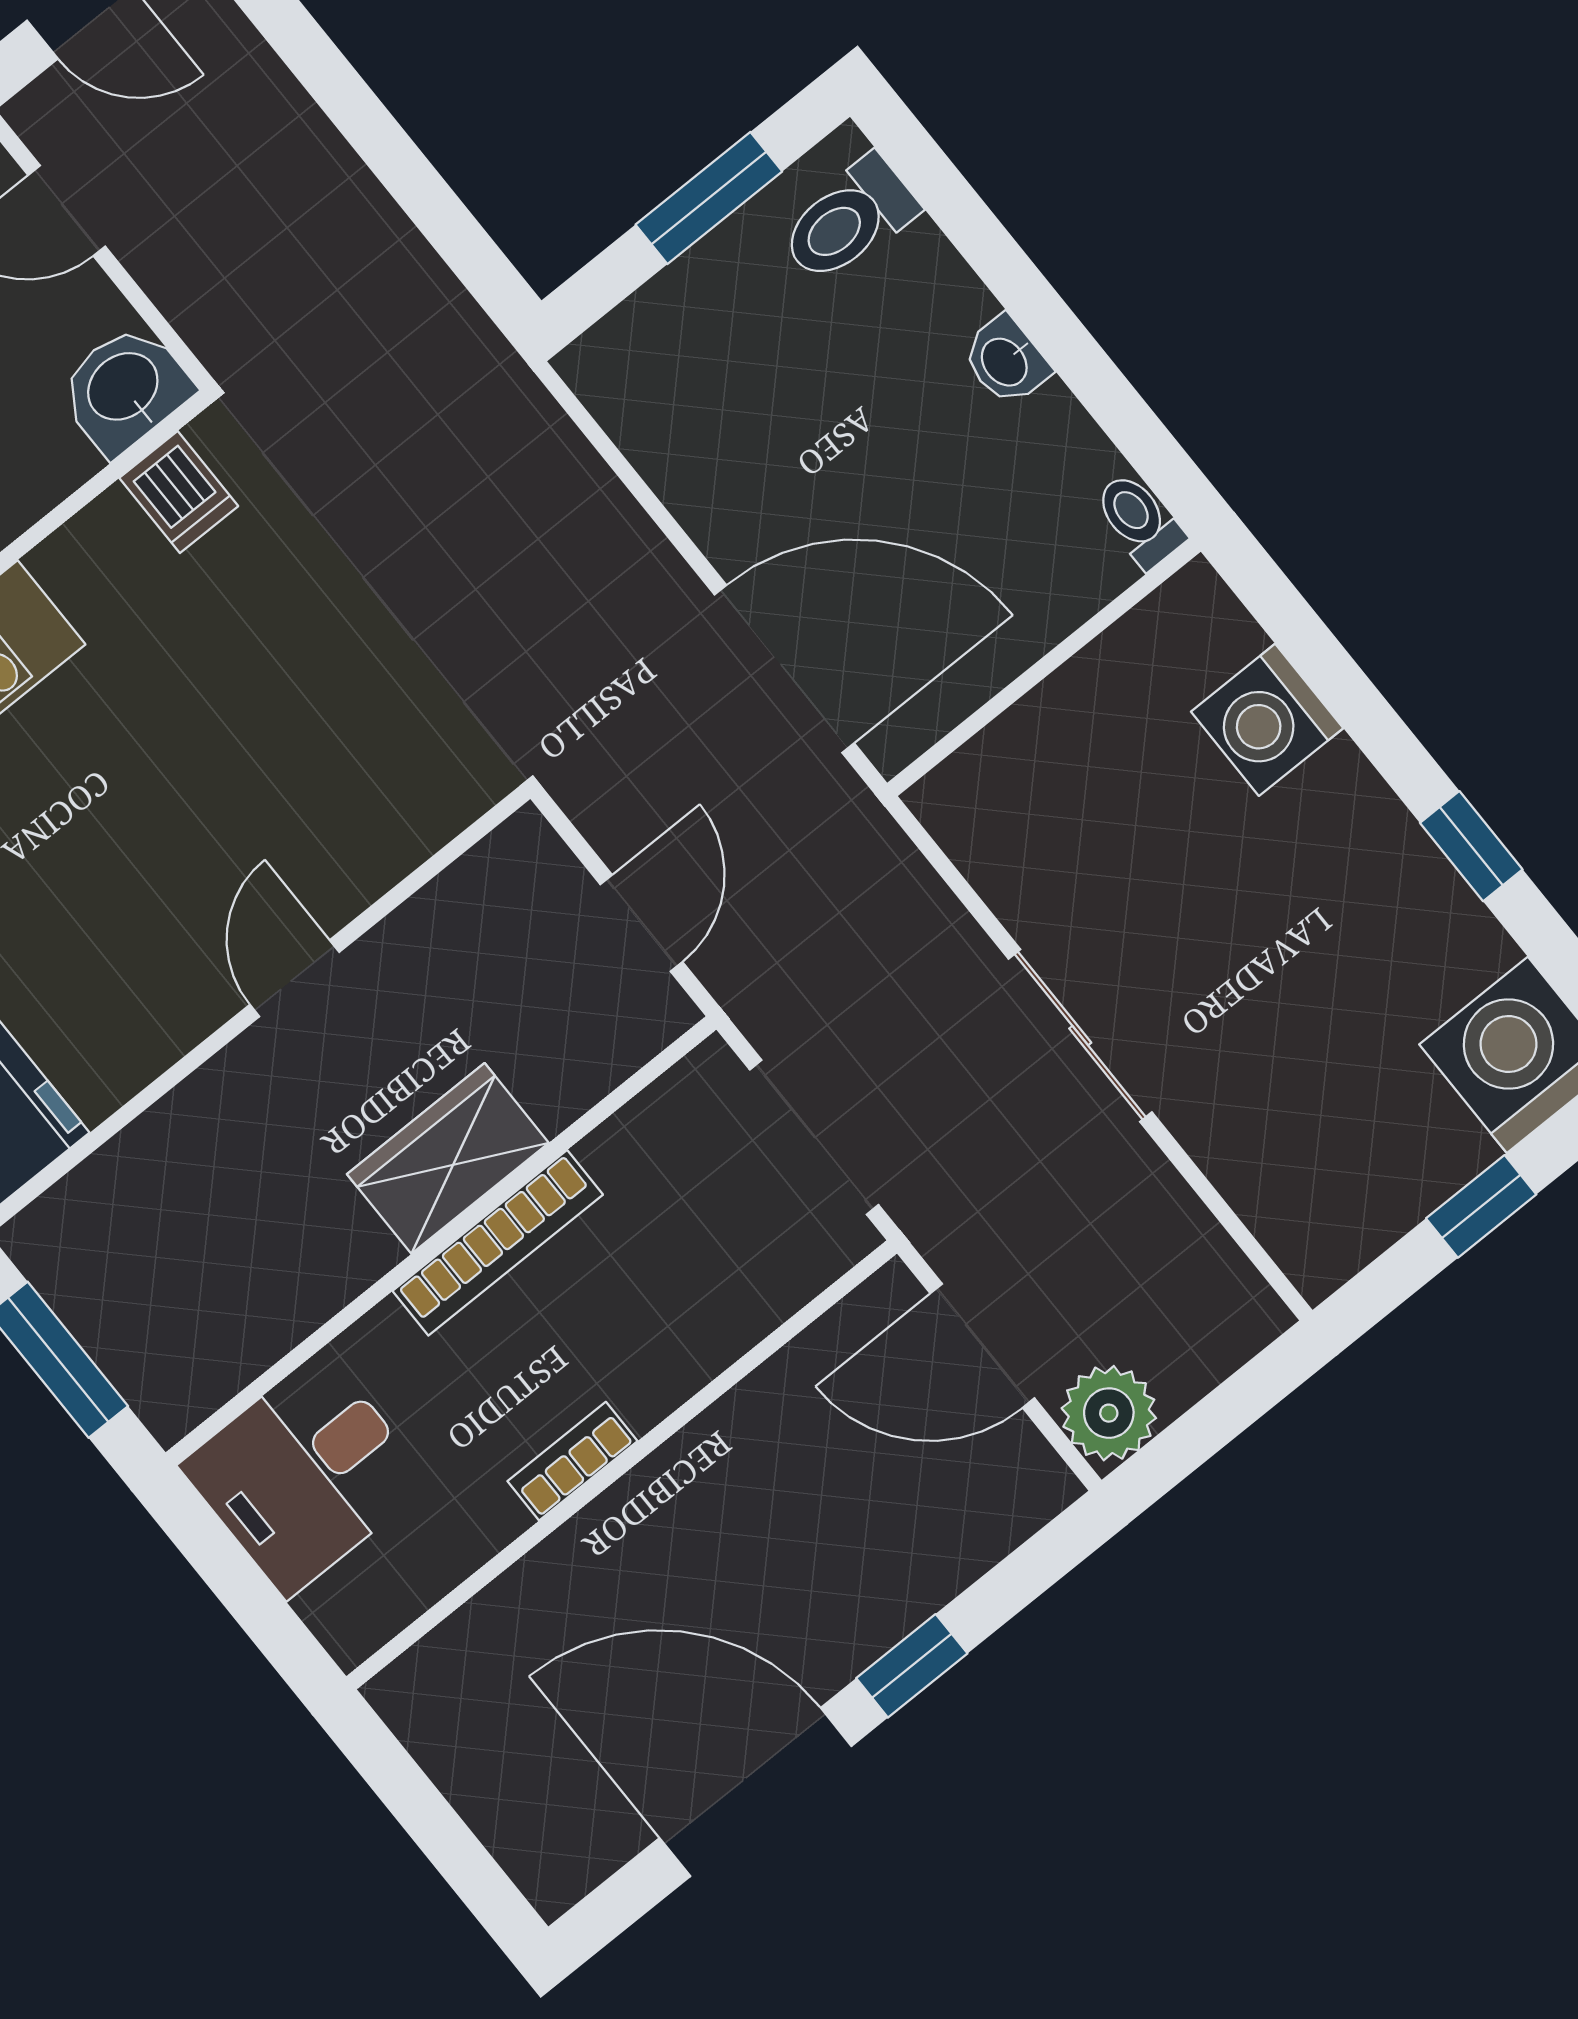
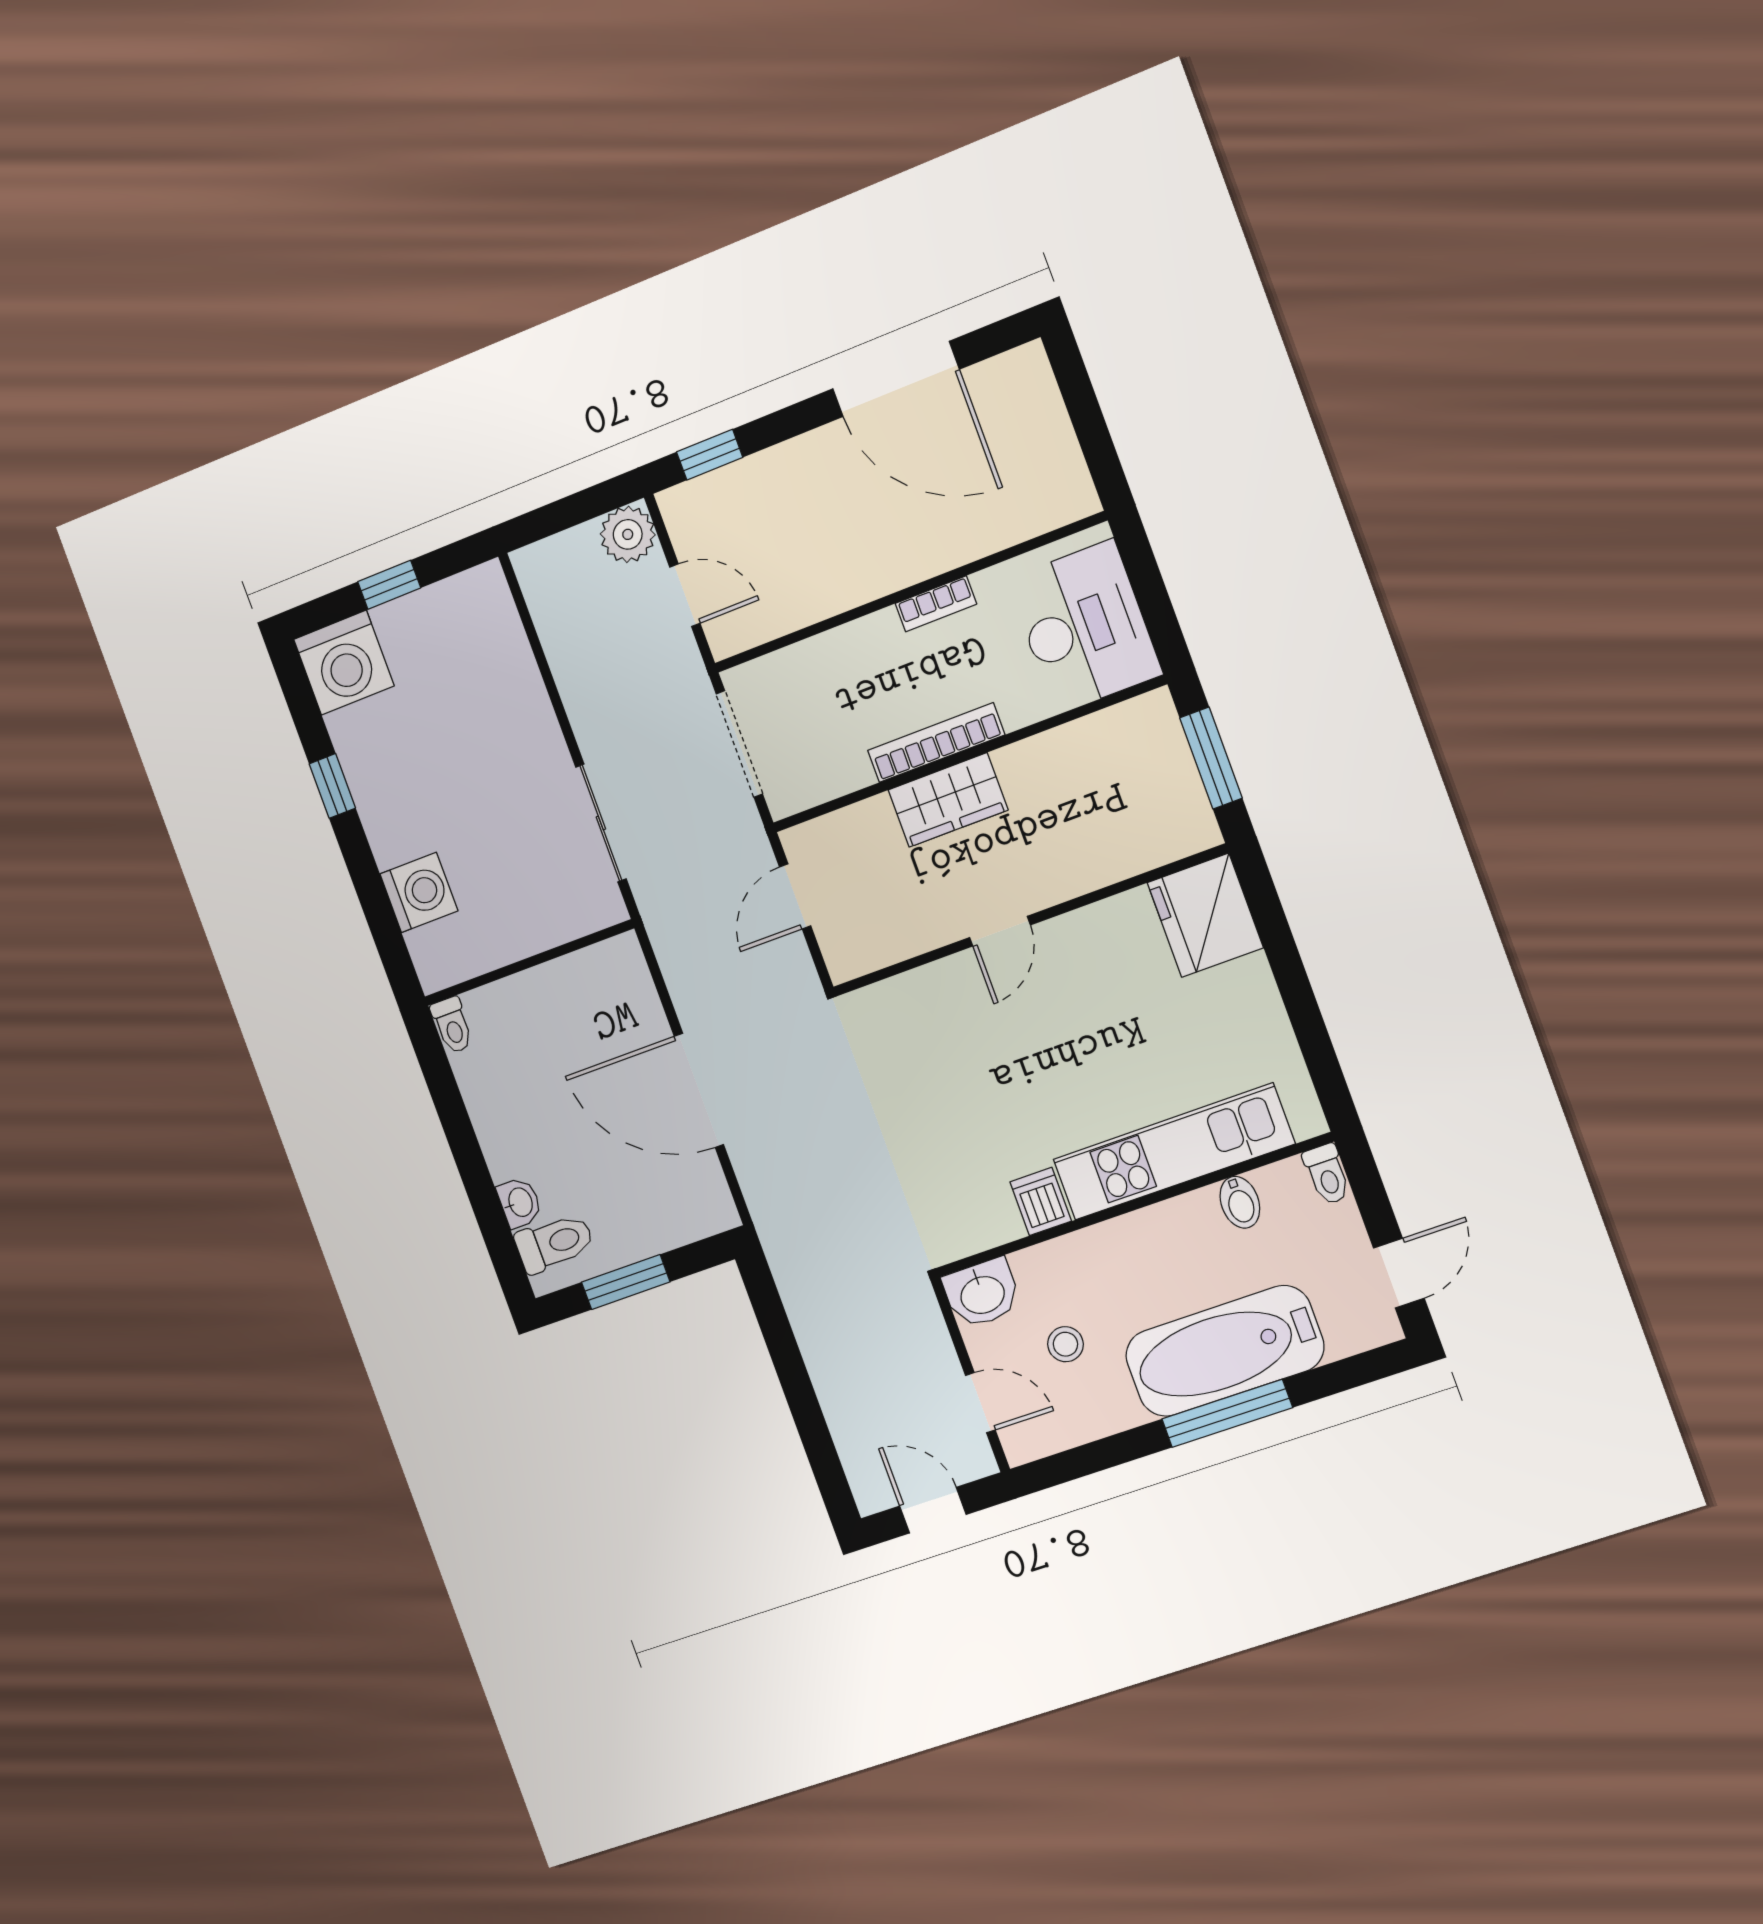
washbasin: (1006, 361) -> (520, 1203), moved
dishwasher: (179, 492) -> (1041, 1202), moved
door: (784, 669) -> (699, 1090), moved
sliding door: (1080, 1036) -> (601, 823), moved
door: (982, 1346) -> (685, 595), width x0.73
desk: (305, 1474) -> (1085, 627), width x1.37
window: (912, 1666) -> (710, 455), moved

